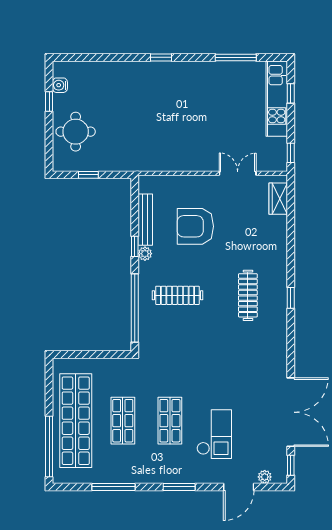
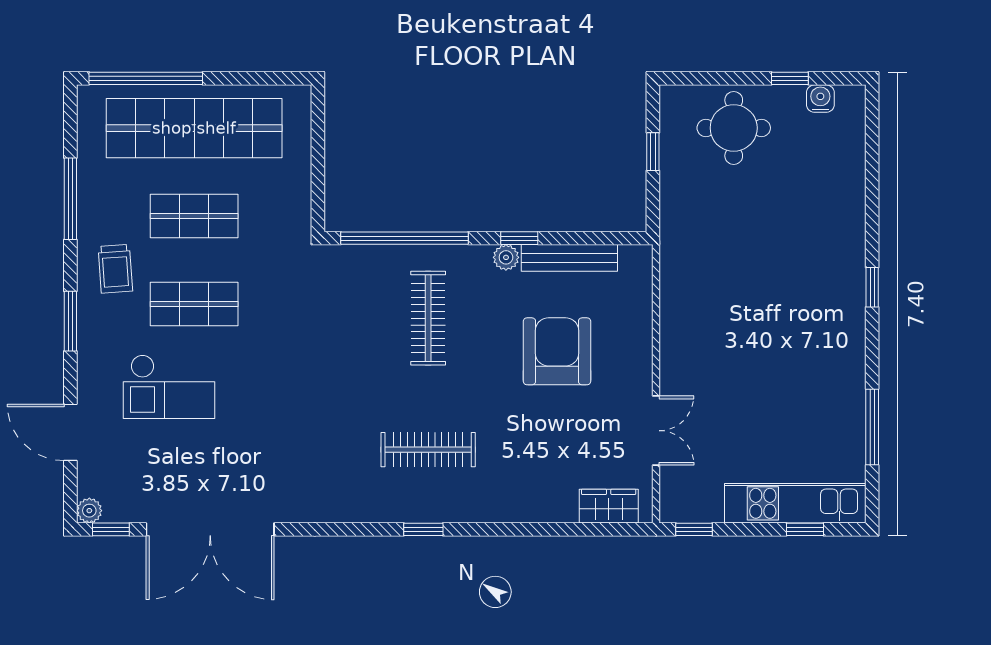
trolley: (151, 463) -> (115, 269), added
plant: (265, 477) -> (89, 511), moved

